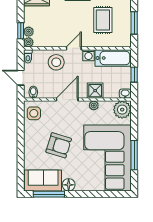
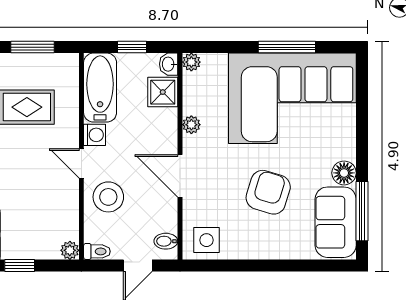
window: (21, 31) -> (20, 265), moved
plant: (29, 32) -> (49, 250), removed
shower: (95, 91) -> (163, 92), moved
plant: (122, 110) -> (191, 62), width x0.53, depth x0.53

